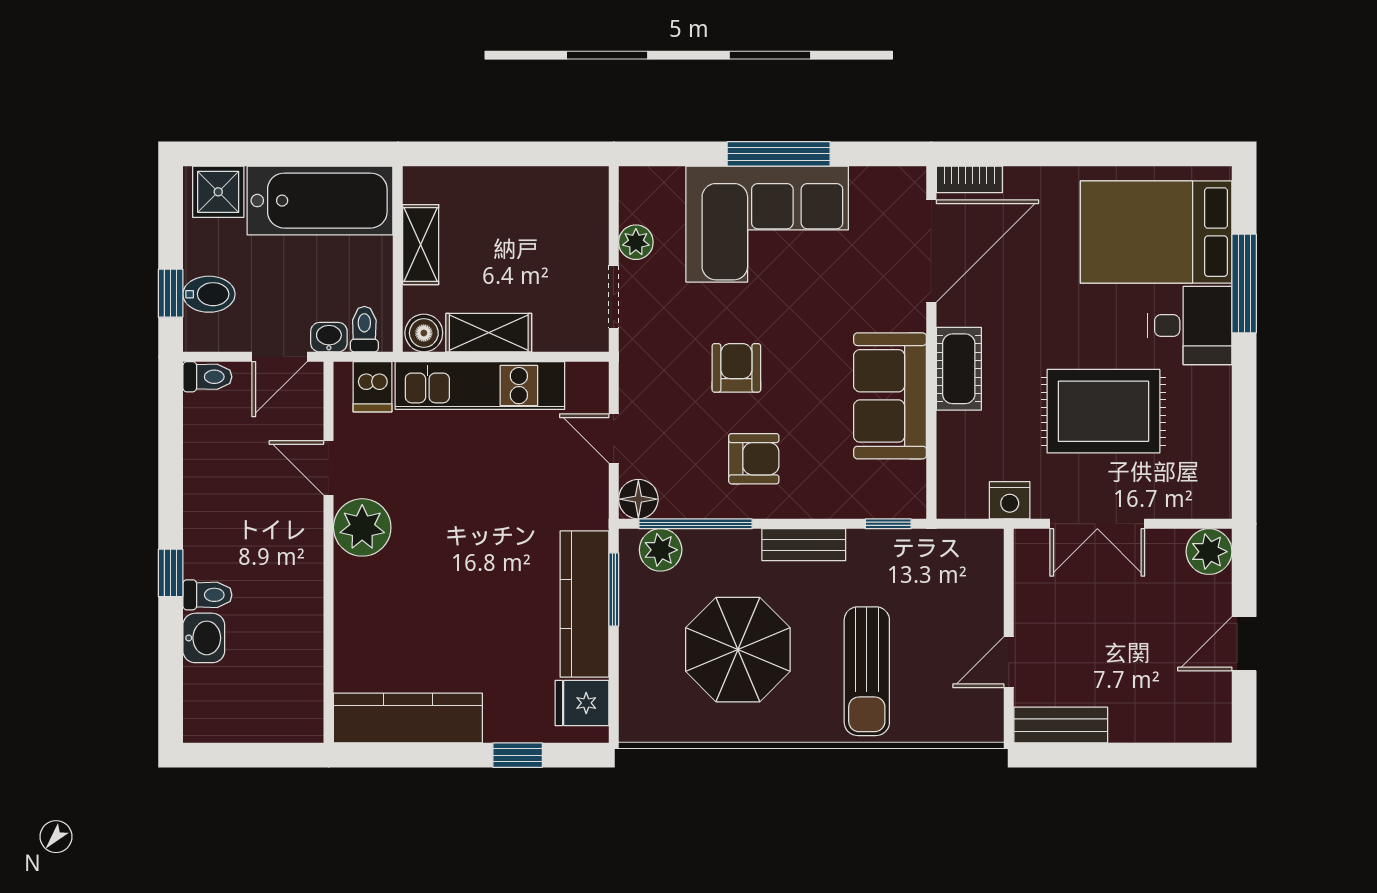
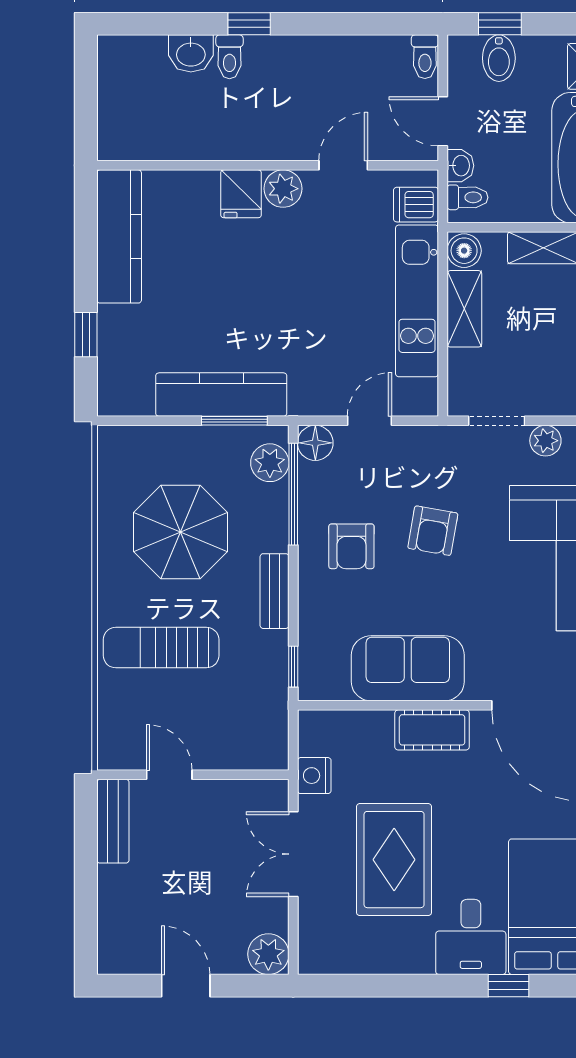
window: (1244, 283) -> (508, 986), width x0.46
armchair: (736, 368) -> (433, 531), turned 100
plant: (362, 527) -> (283, 189), width x0.73, depth x0.73
fridge: (582, 703) -> (241, 194), moved, turned 180

